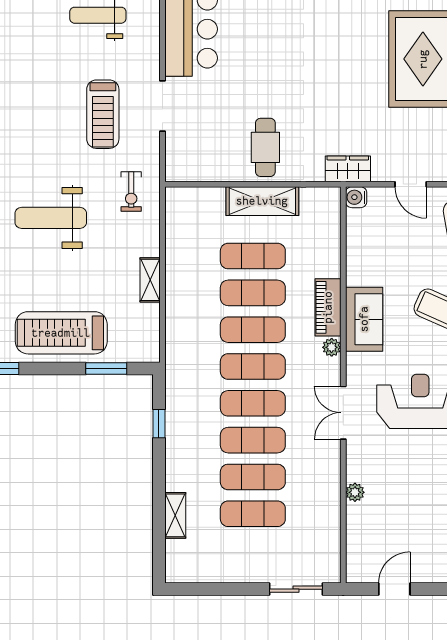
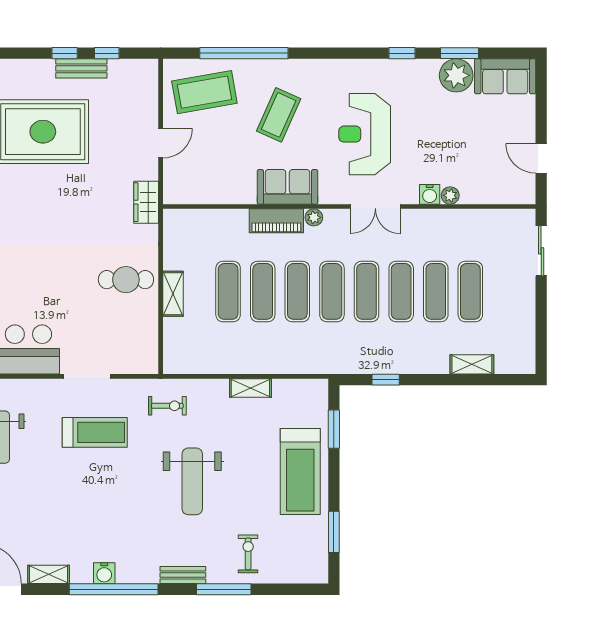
water cooler: (356, 197) -> (430, 194), moved
shelving: (262, 201) -> (173, 294), width x0.67, depth x0.75

